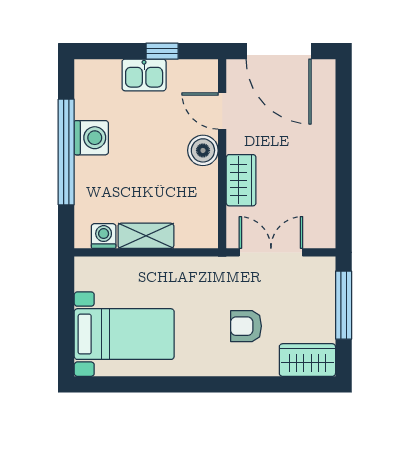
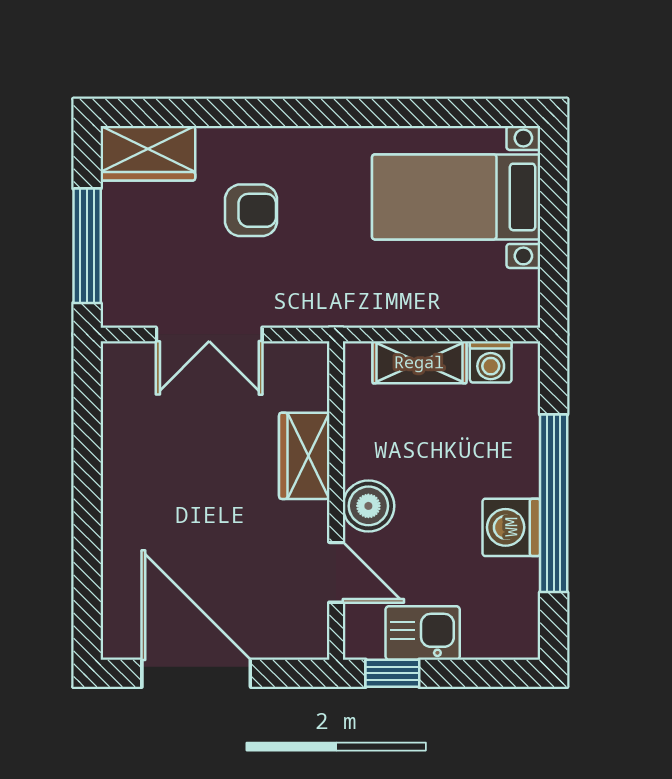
door: (222, 111) -> (336, 572), moved
boiler: (203, 150) -> (368, 506), moved
wall: (222, 154) -> (336, 501), moved
wardrobe: (241, 180) -> (304, 456), moved

